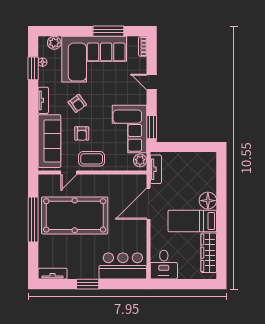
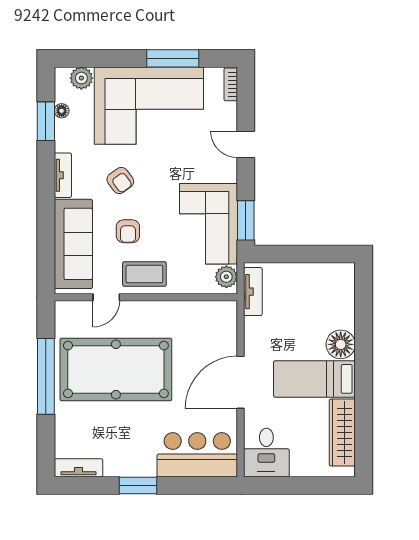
door: (148, 204) -> (241, 382), moved

